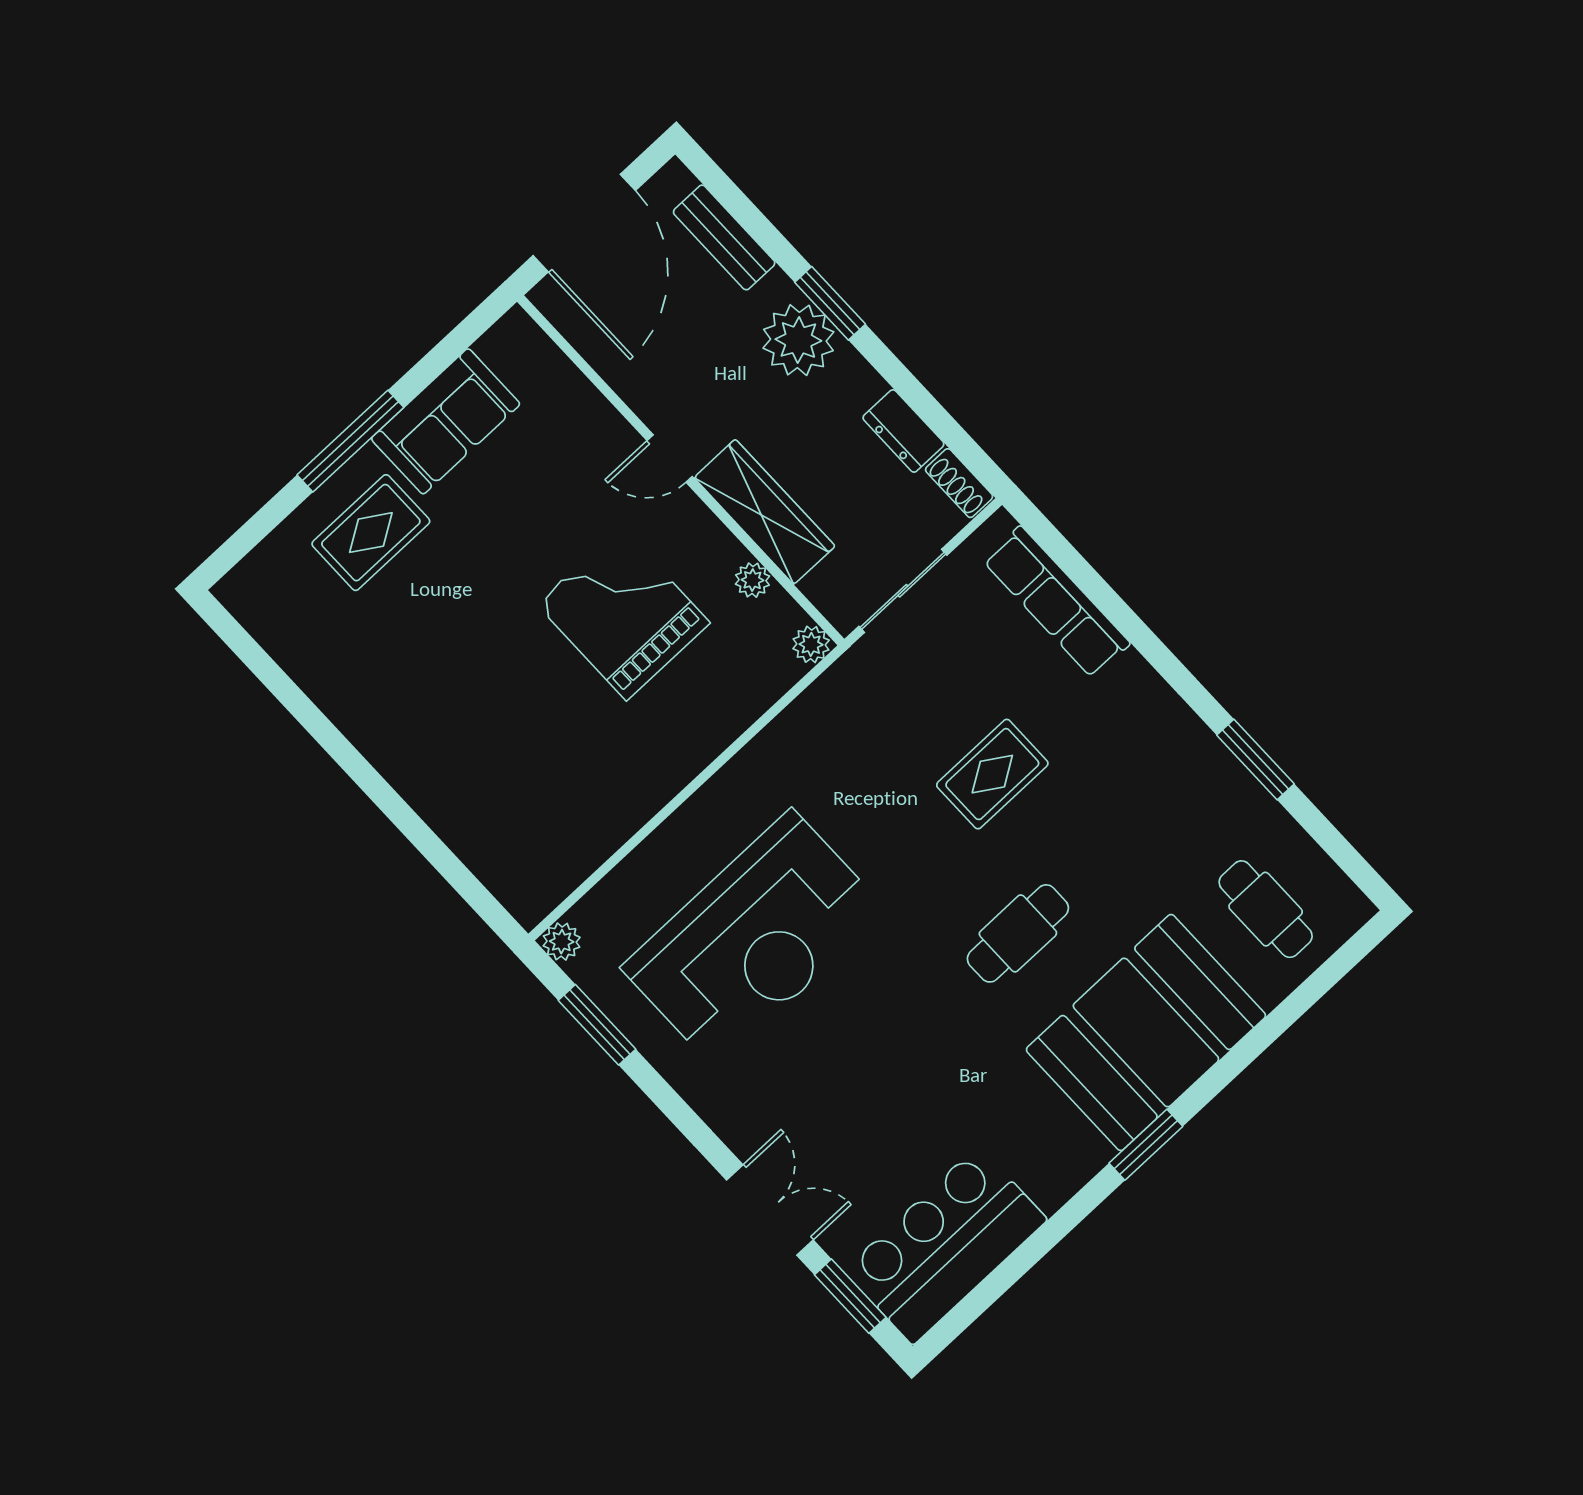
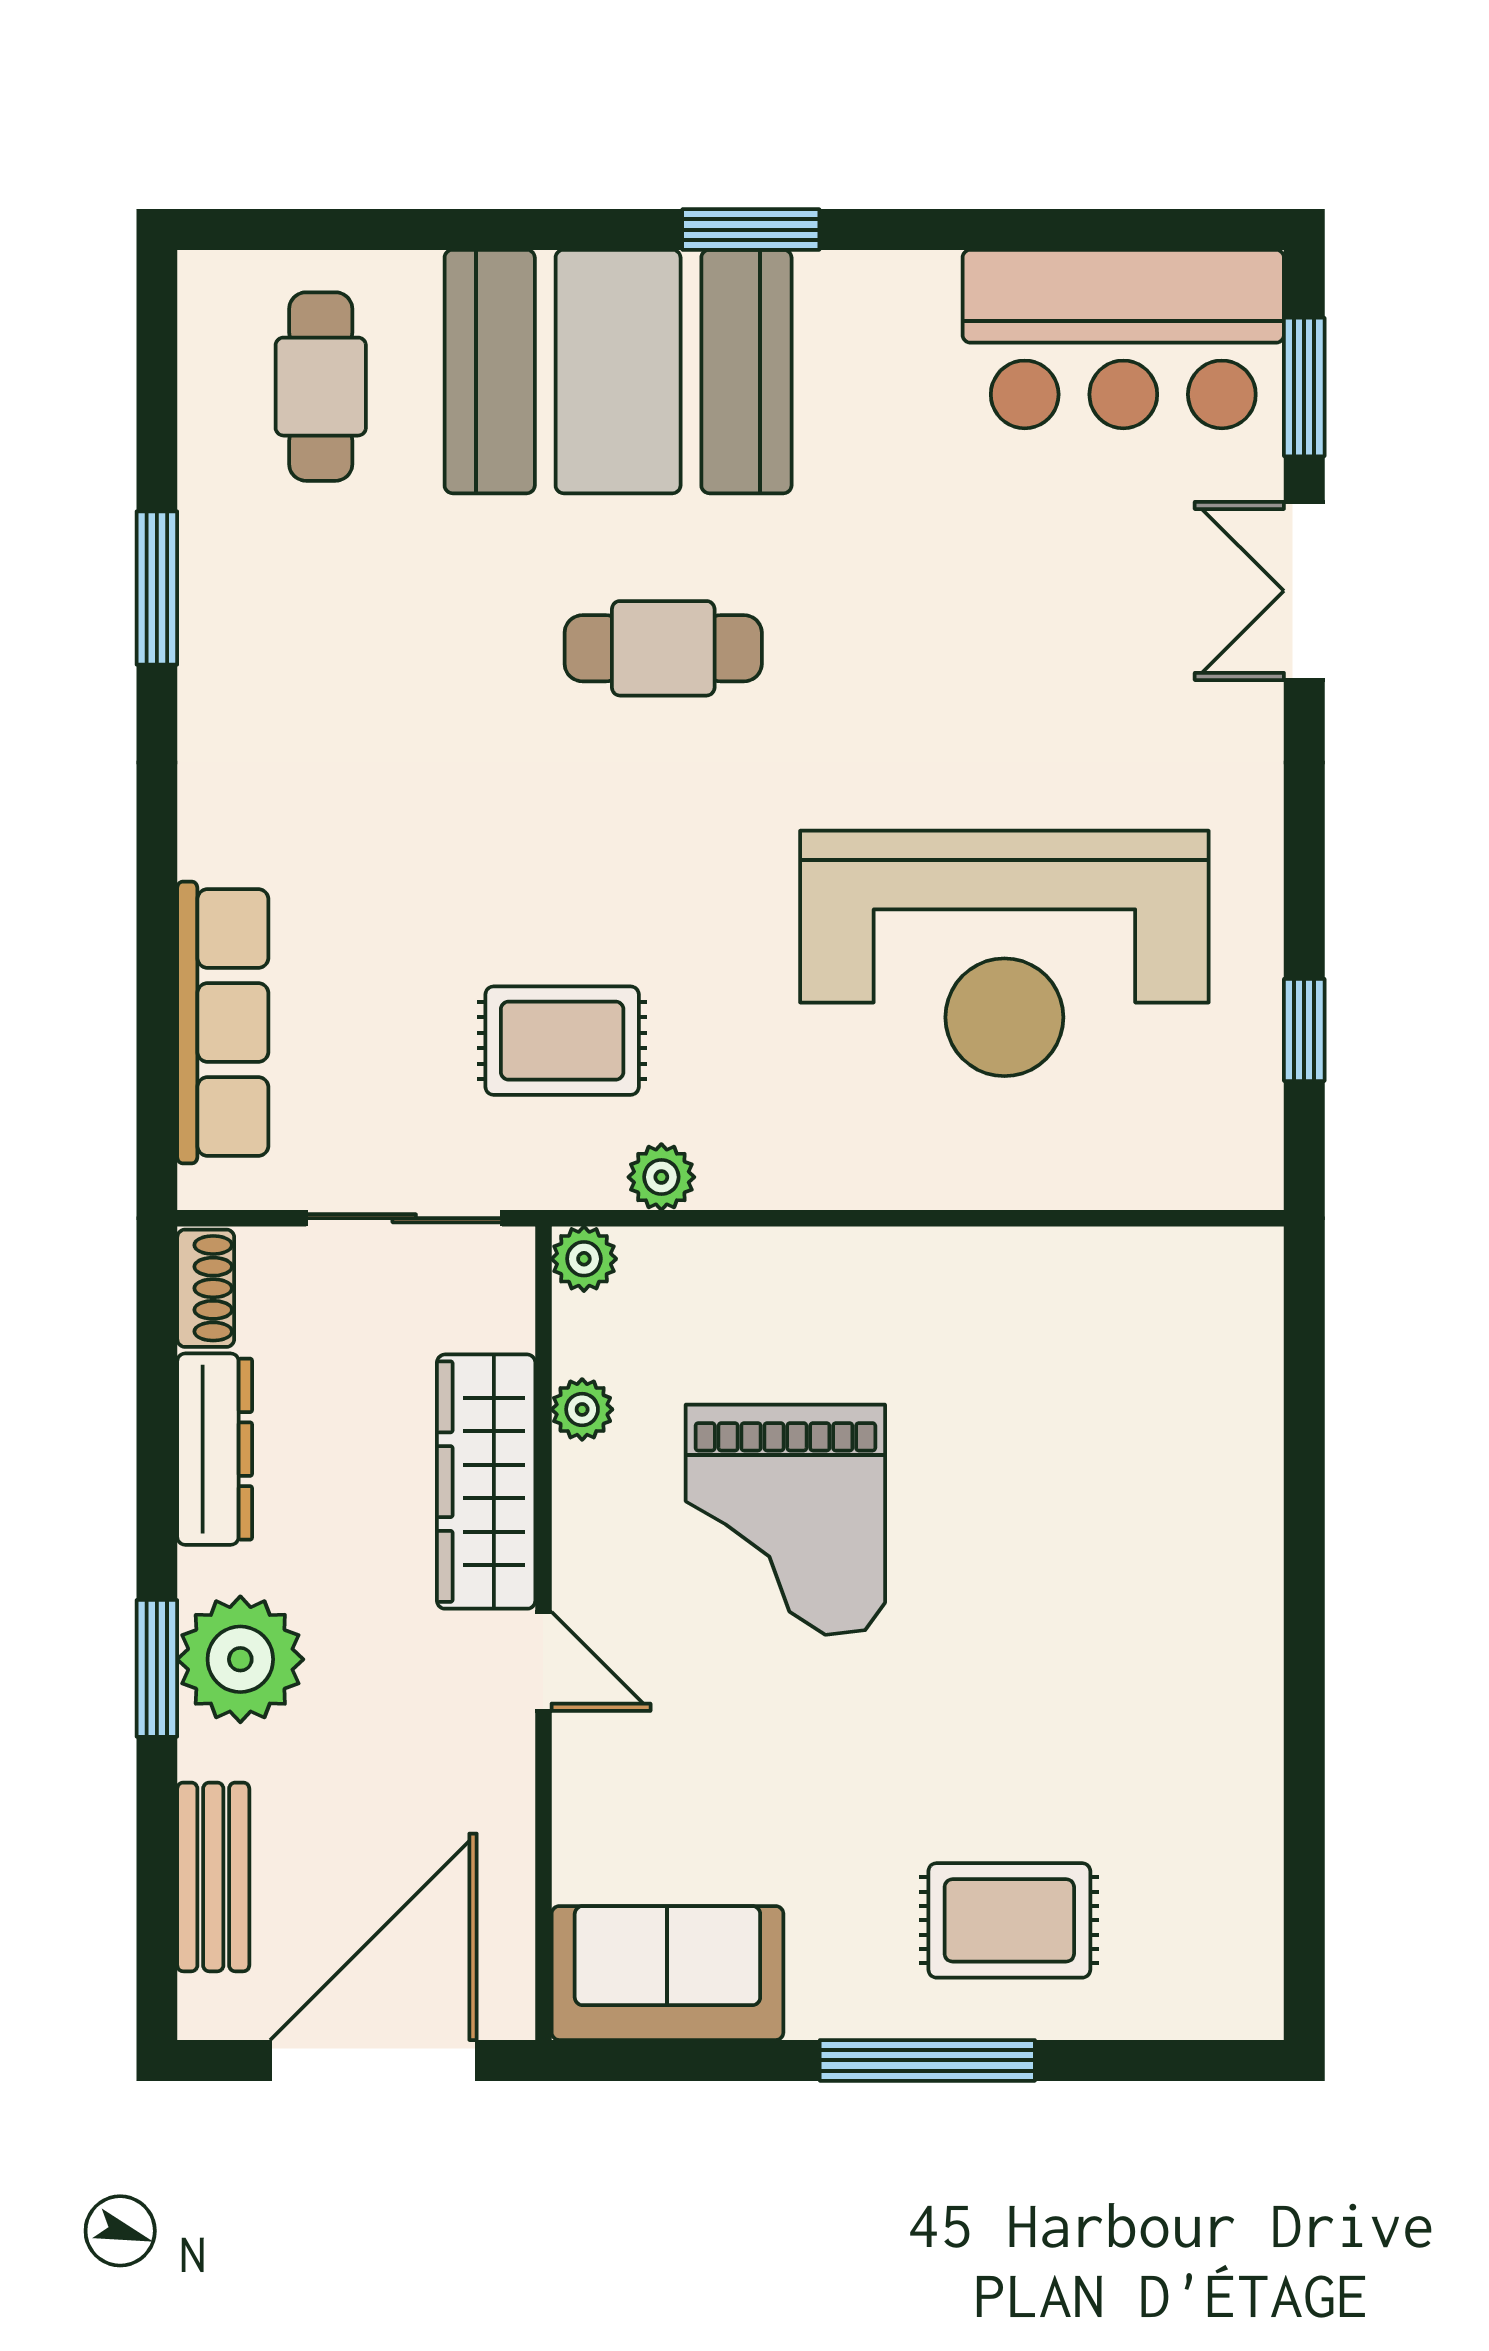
sofa: (446, 421) -> (667, 1973), moved
dresser: (903, 431) -> (215, 1449), width x1.44
rug: (992, 774) -> (562, 1041), moved
reception desk: (754, 939) -> (1004, 953), turned 180
plant: (562, 942) -> (661, 1177), moved
window: (597, 1025) -> (1304, 1030), width x0.67

